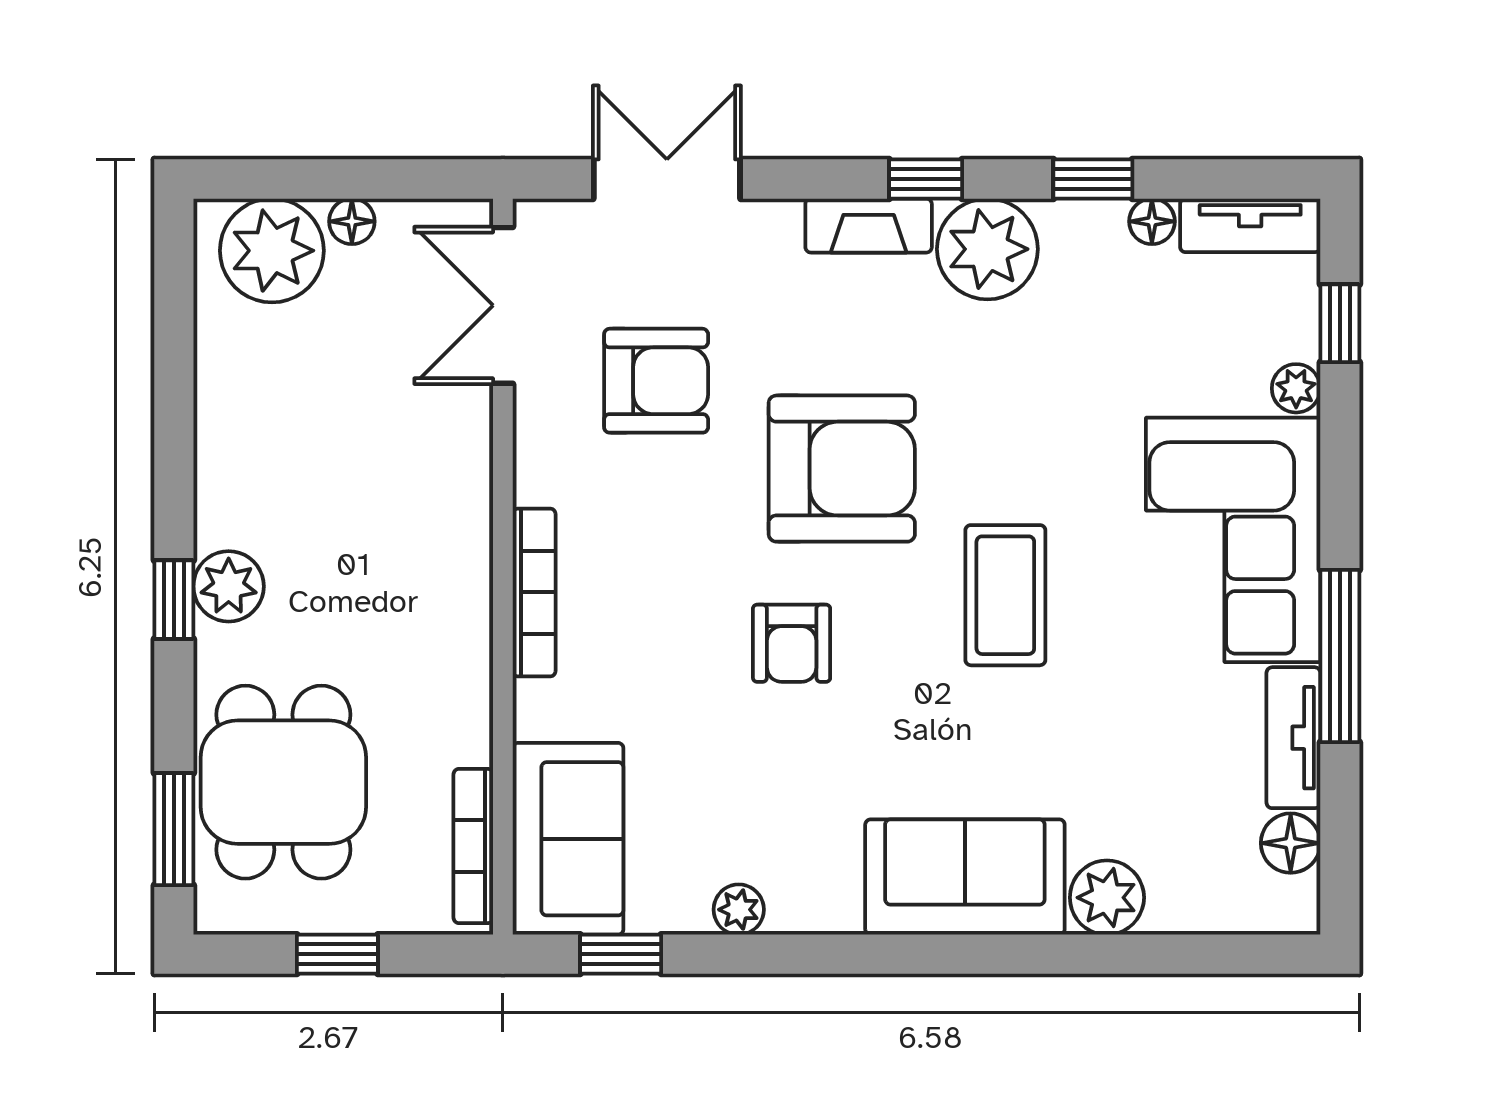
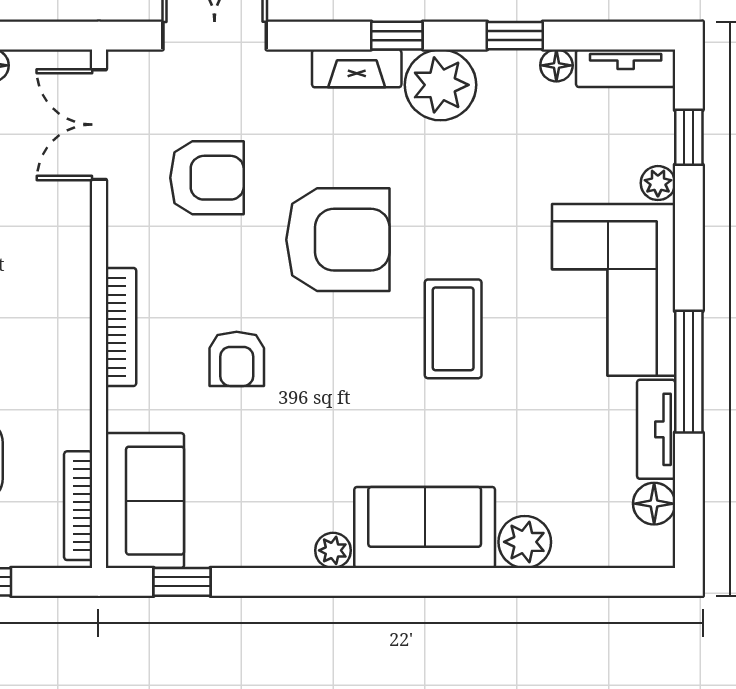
armchair: (792, 643) -> (237, 359), moved
plant: (739, 910) -> (333, 550), moved

